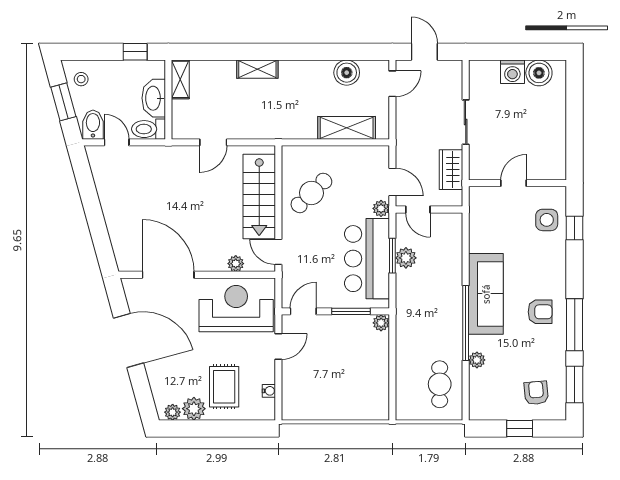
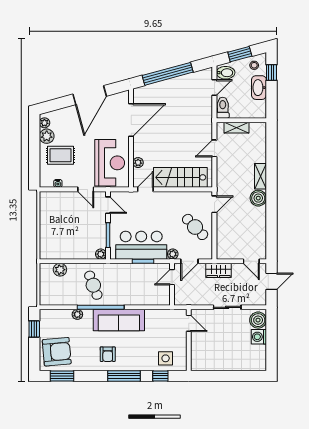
window: (135, 52) -> (271, 72), moved
boiler: (347, 73) -> (258, 198), moved
boiler: (539, 73) -> (258, 320), moved
shelving: (180, 79) -> (236, 128), moved
washbasin: (154, 98) -> (259, 88), moved, turned -90
shelving: (347, 128) -> (224, 232), removed
door: (213, 142) -> (214, 148), hinge flipped
door: (302, 142) -> (214, 204), added
wardrobe: (451, 170) -> (219, 270), moved, turned 180
door: (514, 183) -> (189, 323), moved
cafe table: (311, 193) -> (195, 227), moved
window: (95, 217) -> (168, 74), added
plant: (406, 258) -> (60, 270), moved
window: (575, 325) -> (124, 376), moved
cafe table: (440, 384) -> (93, 285), moved, turned 69
armchair: (536, 393) -> (57, 352), width x1.88, depth x1.88
window: (520, 428) -> (34, 329), moved

